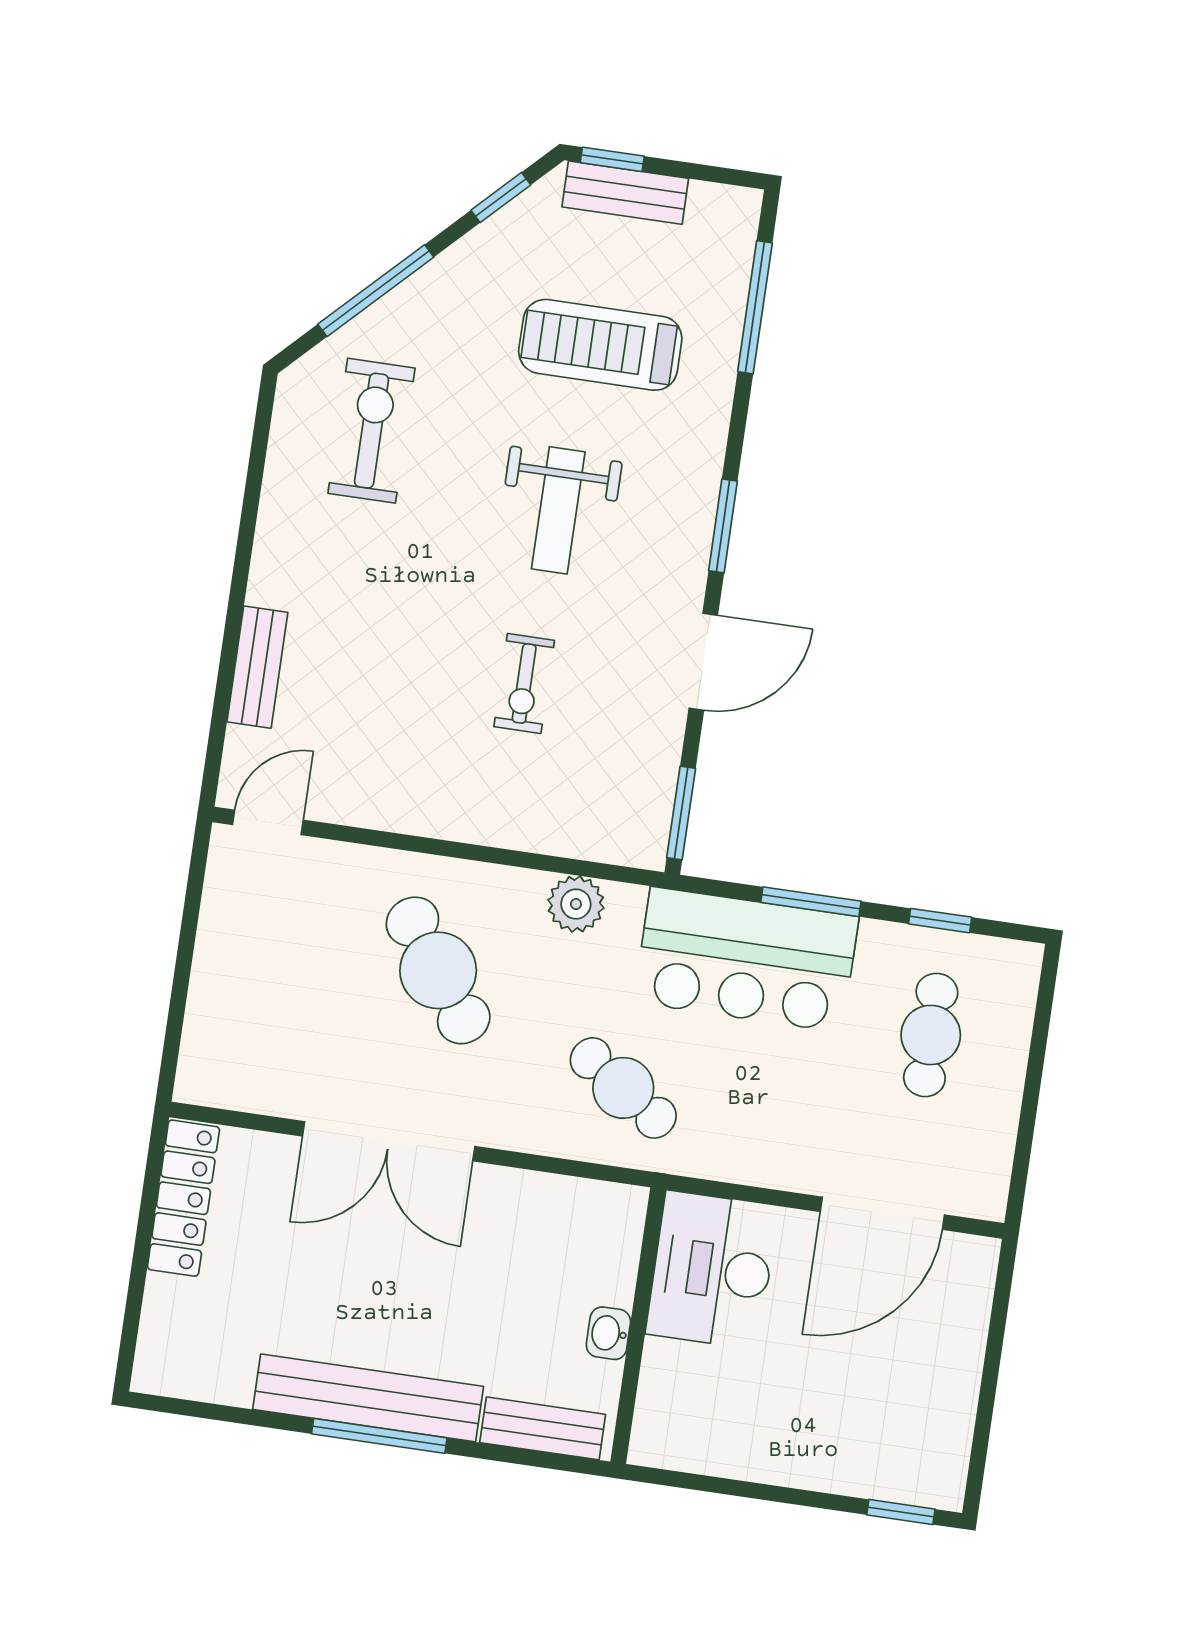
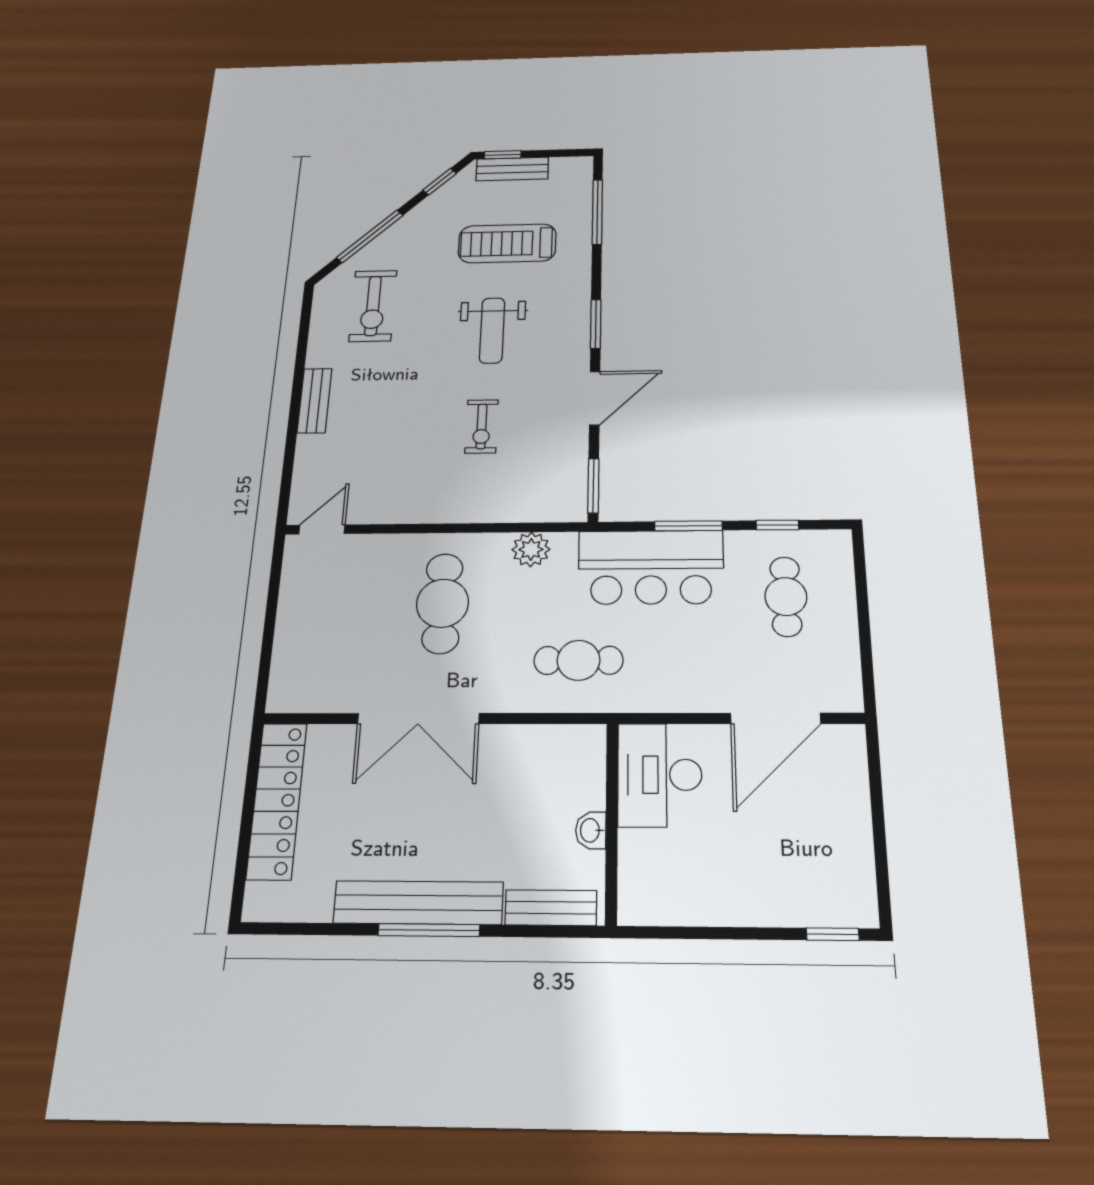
exercise bike: (372, 431) -> (373, 306), turned 180
bench: (257, 667) -> (315, 401), moved
cafe table: (438, 970) -> (442, 603), turned 36
cafe table: (623, 1088) -> (579, 660), turned -34
locker: (183, 1198) -> (277, 800), width x1.41, depth x1.21

